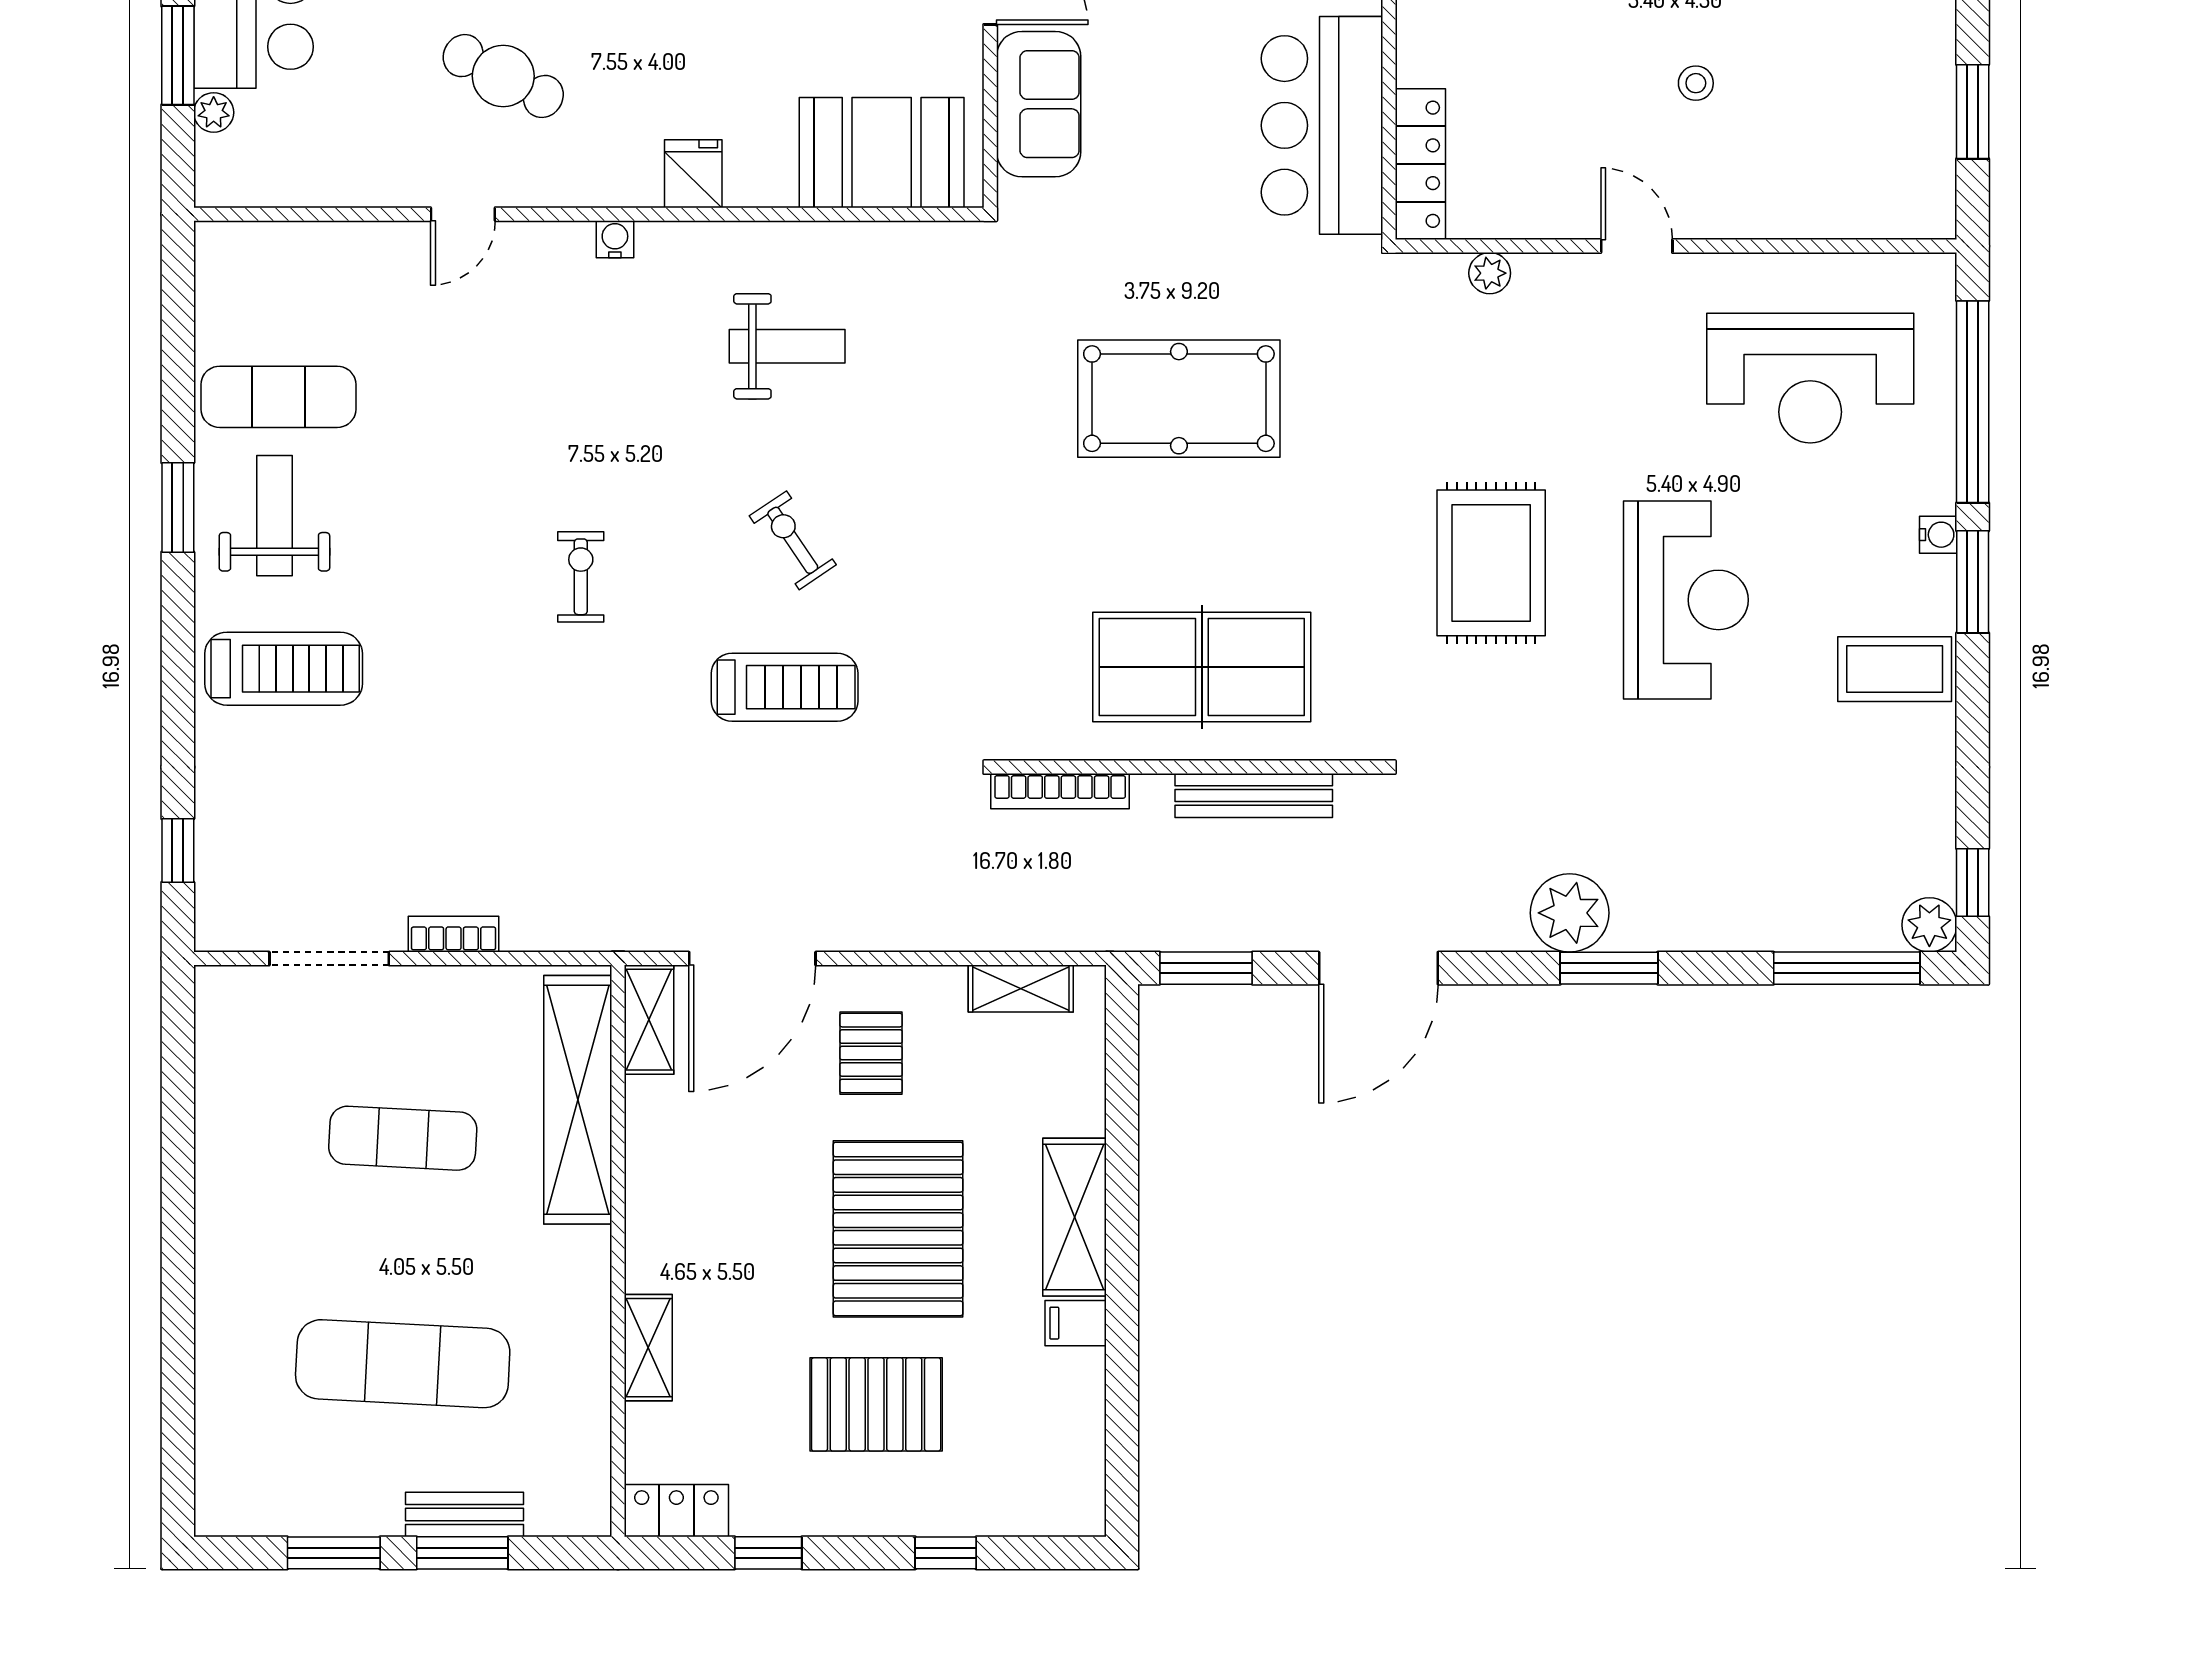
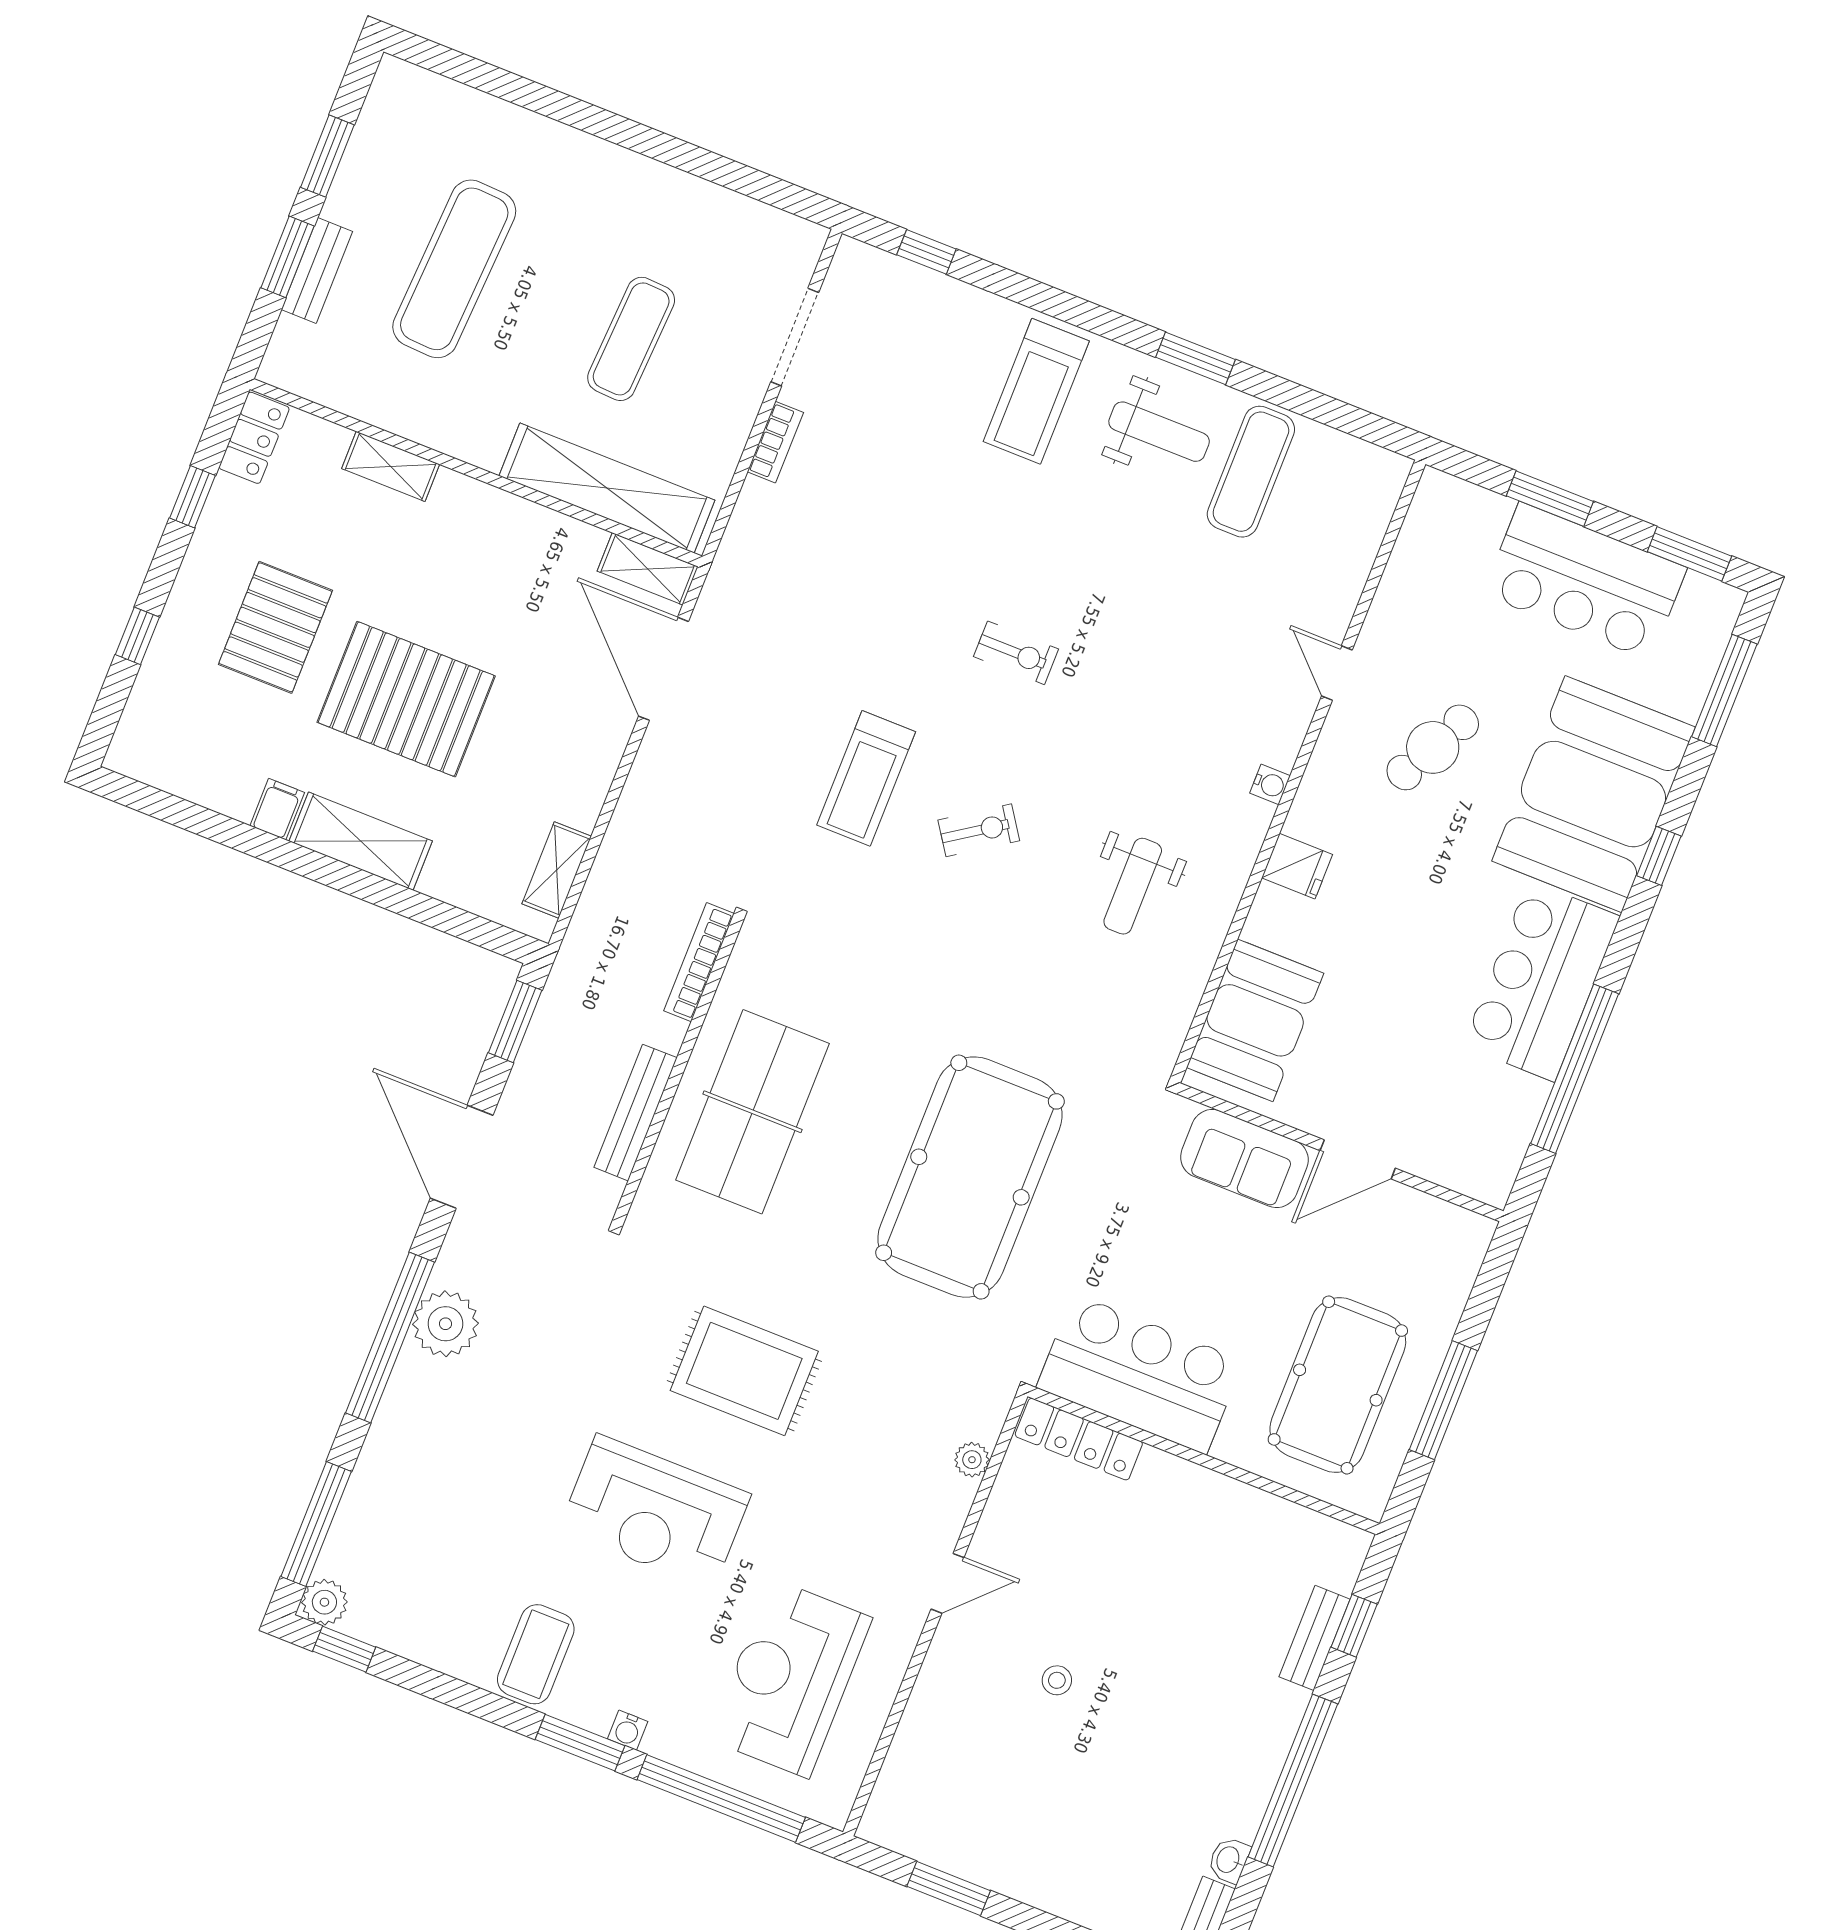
plant: (214, 112) -> (1494, 509), removed
pool table: (1179, 399) -> (970, 1177), width x1.36, depth x1.32
window: (1609, 968) -> (390, 1338), width x2.11
pallet: (871, 1053) -> (552, 733), removed

